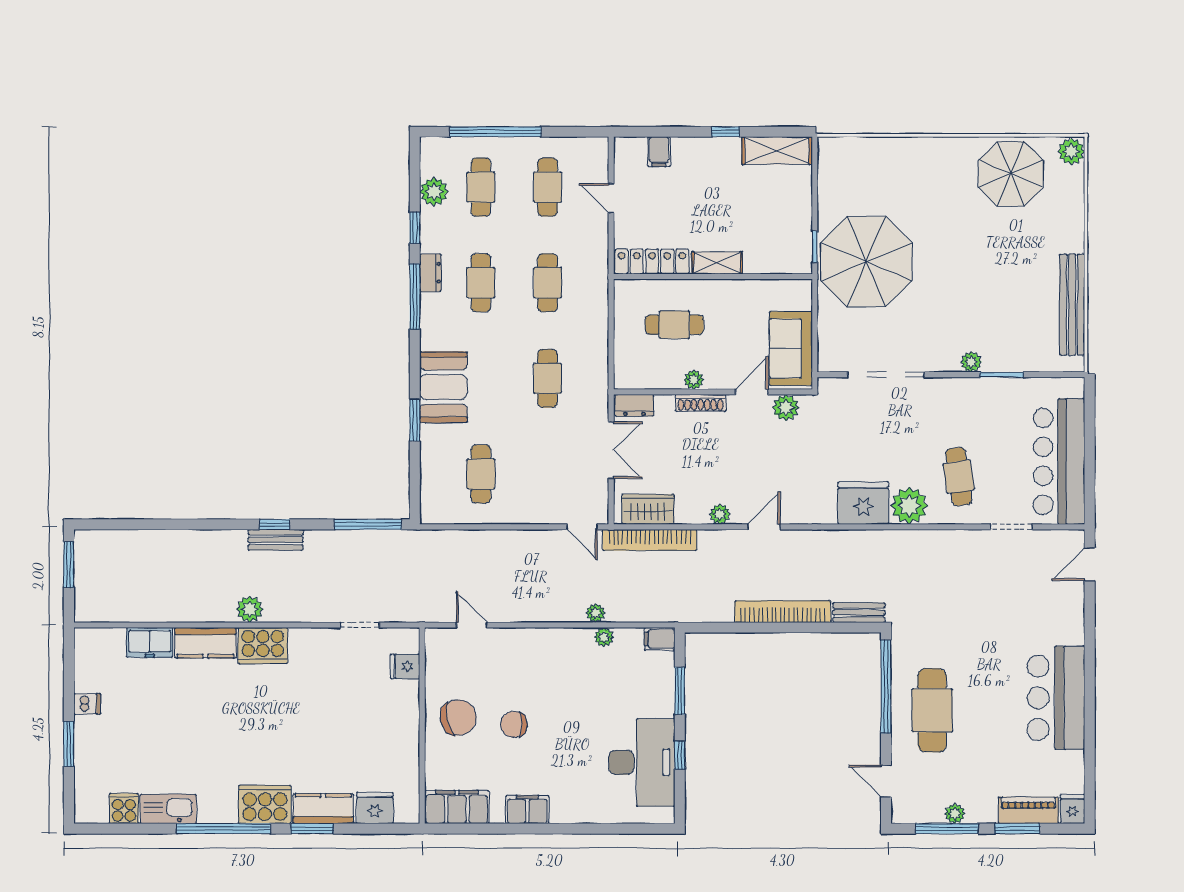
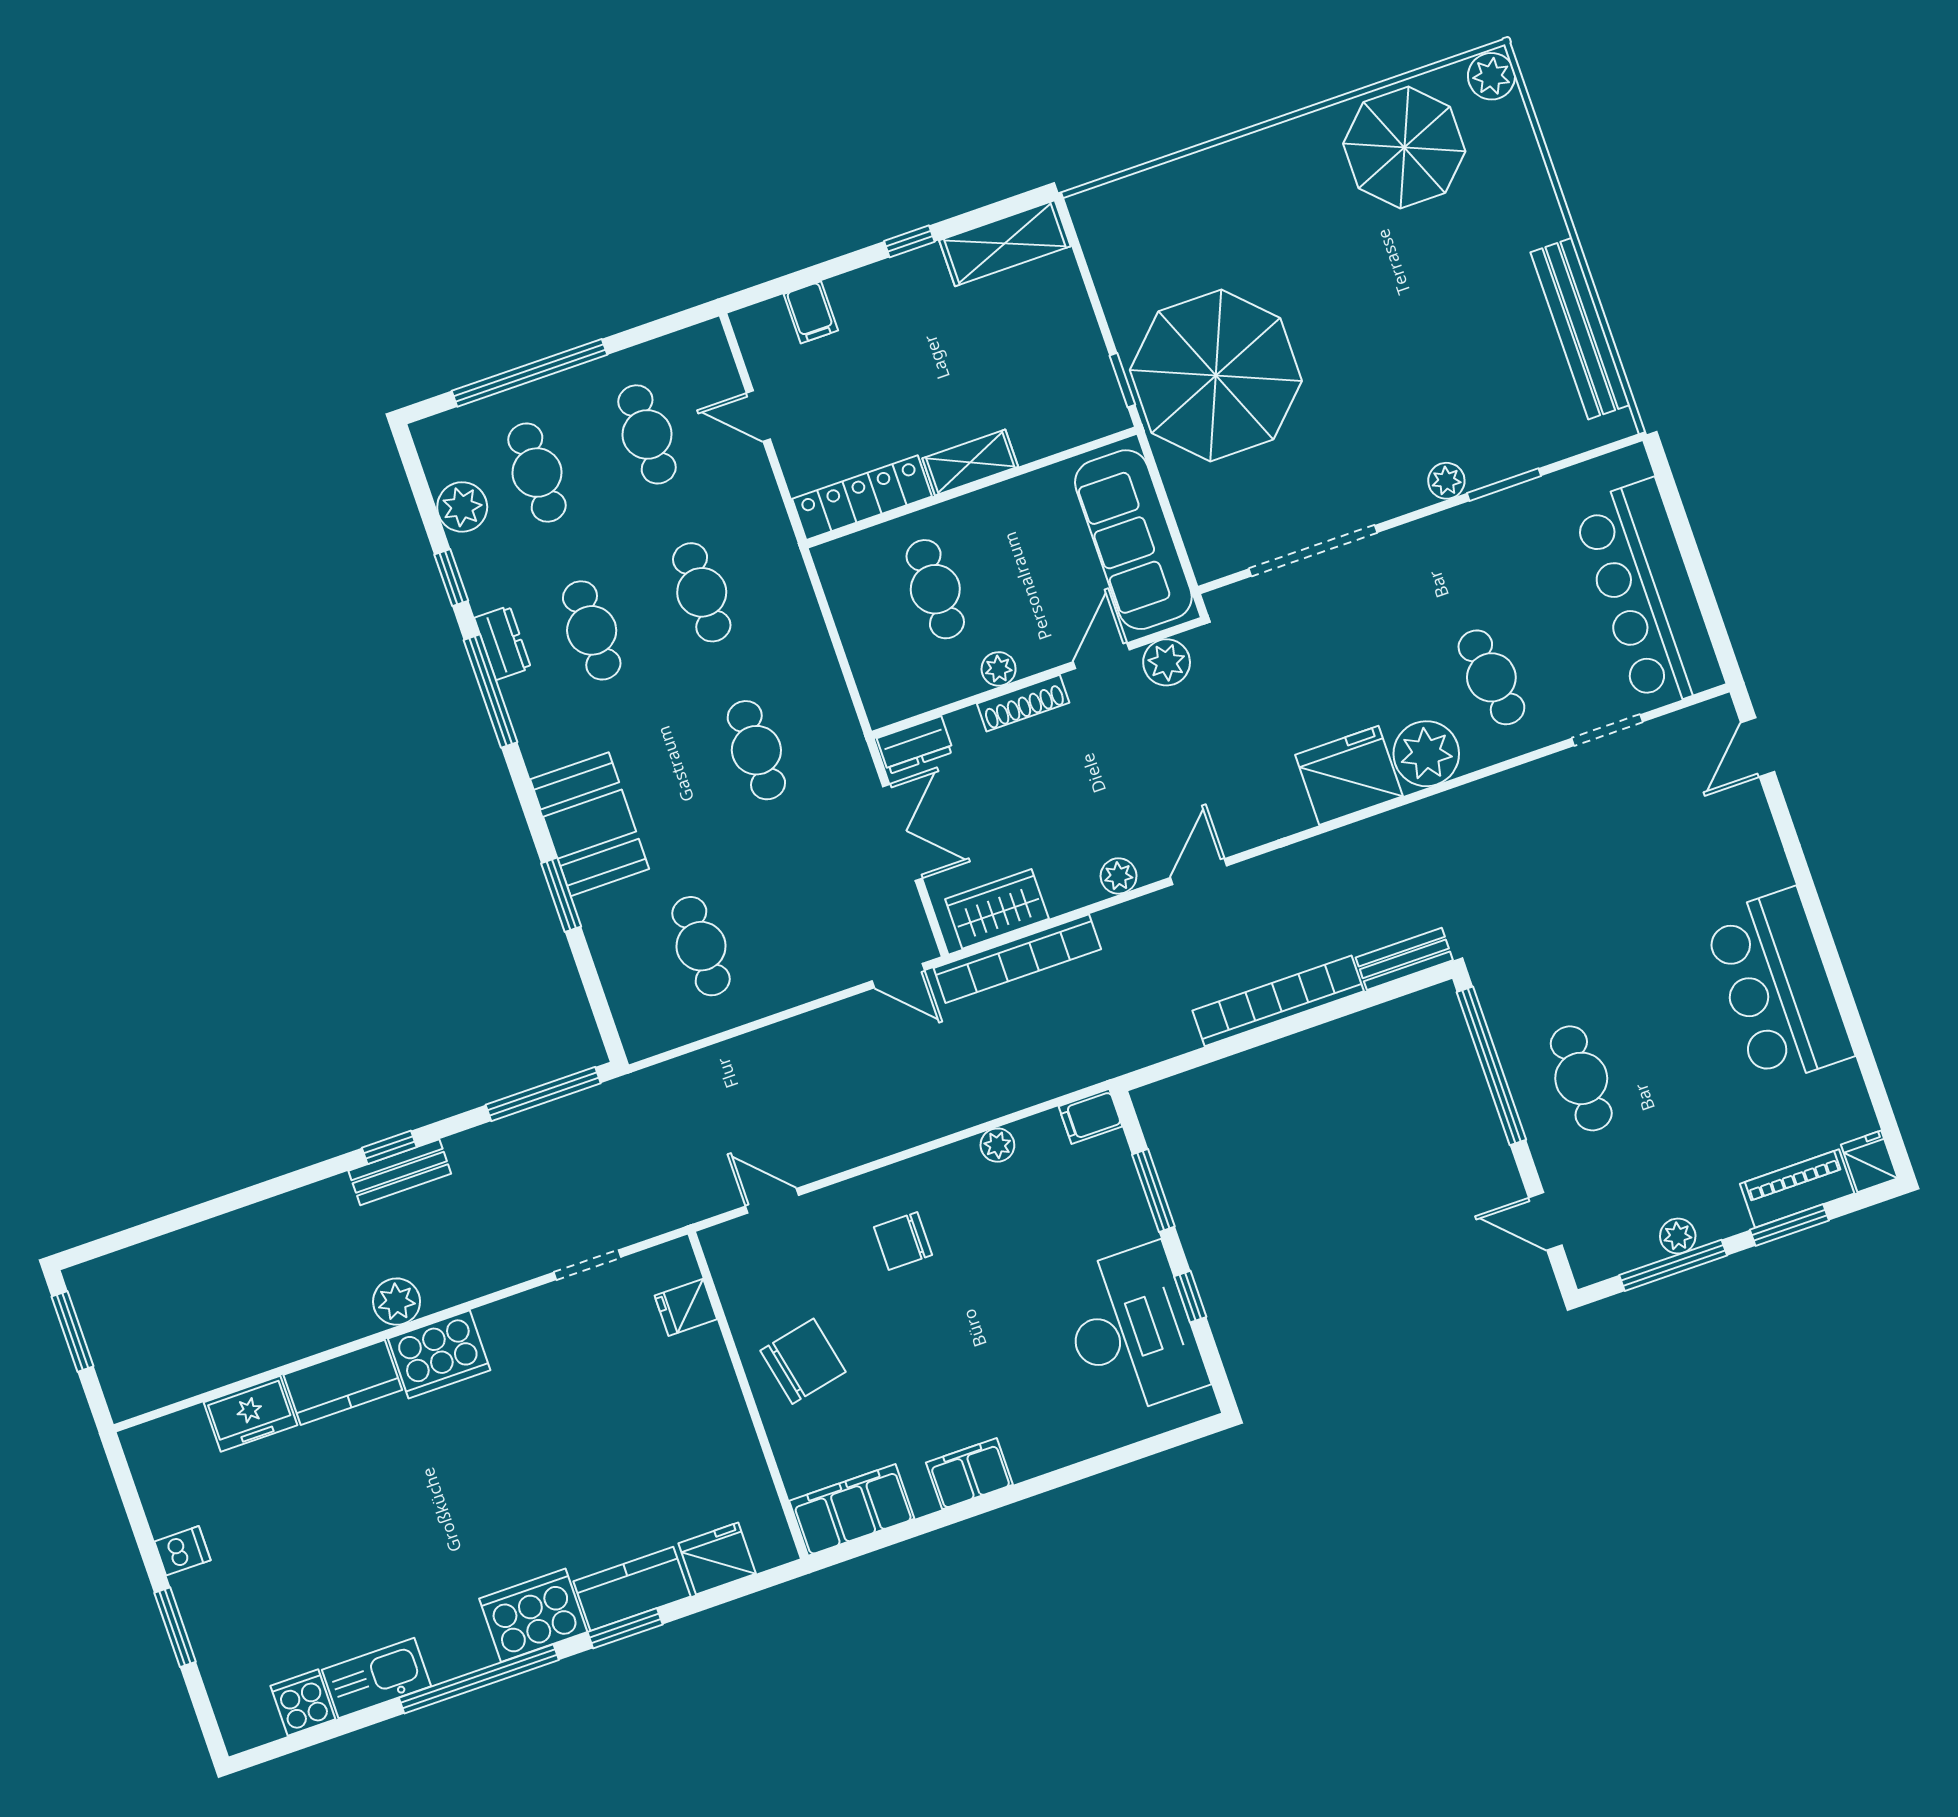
cafe table: (674, 325) -> (935, 589), turned 90
sofa: (791, 348) -> (1133, 540), width x1.36
plant: (596, 613) -> (970, 1110), removed
cafe table: (932, 710) -> (1581, 1078), width x0.73, depth x0.74
chair: (514, 724) -> (903, 1241), moved

